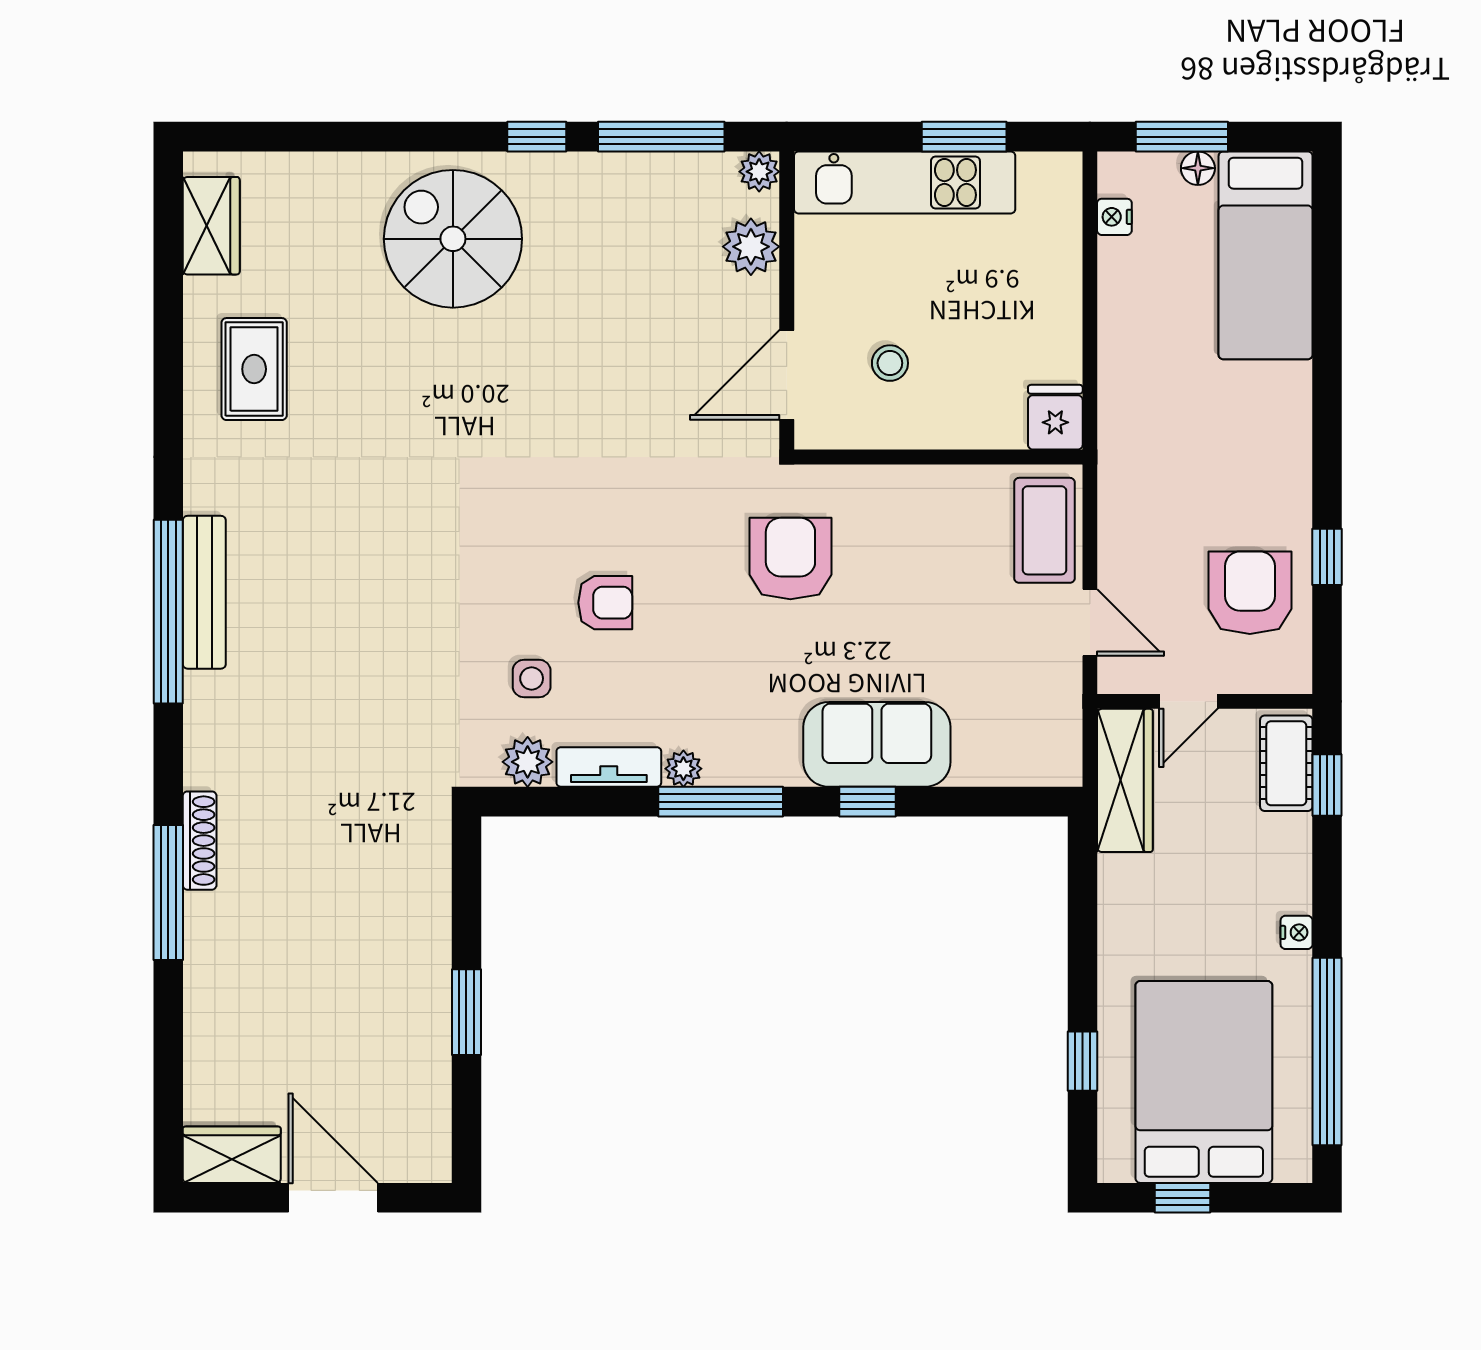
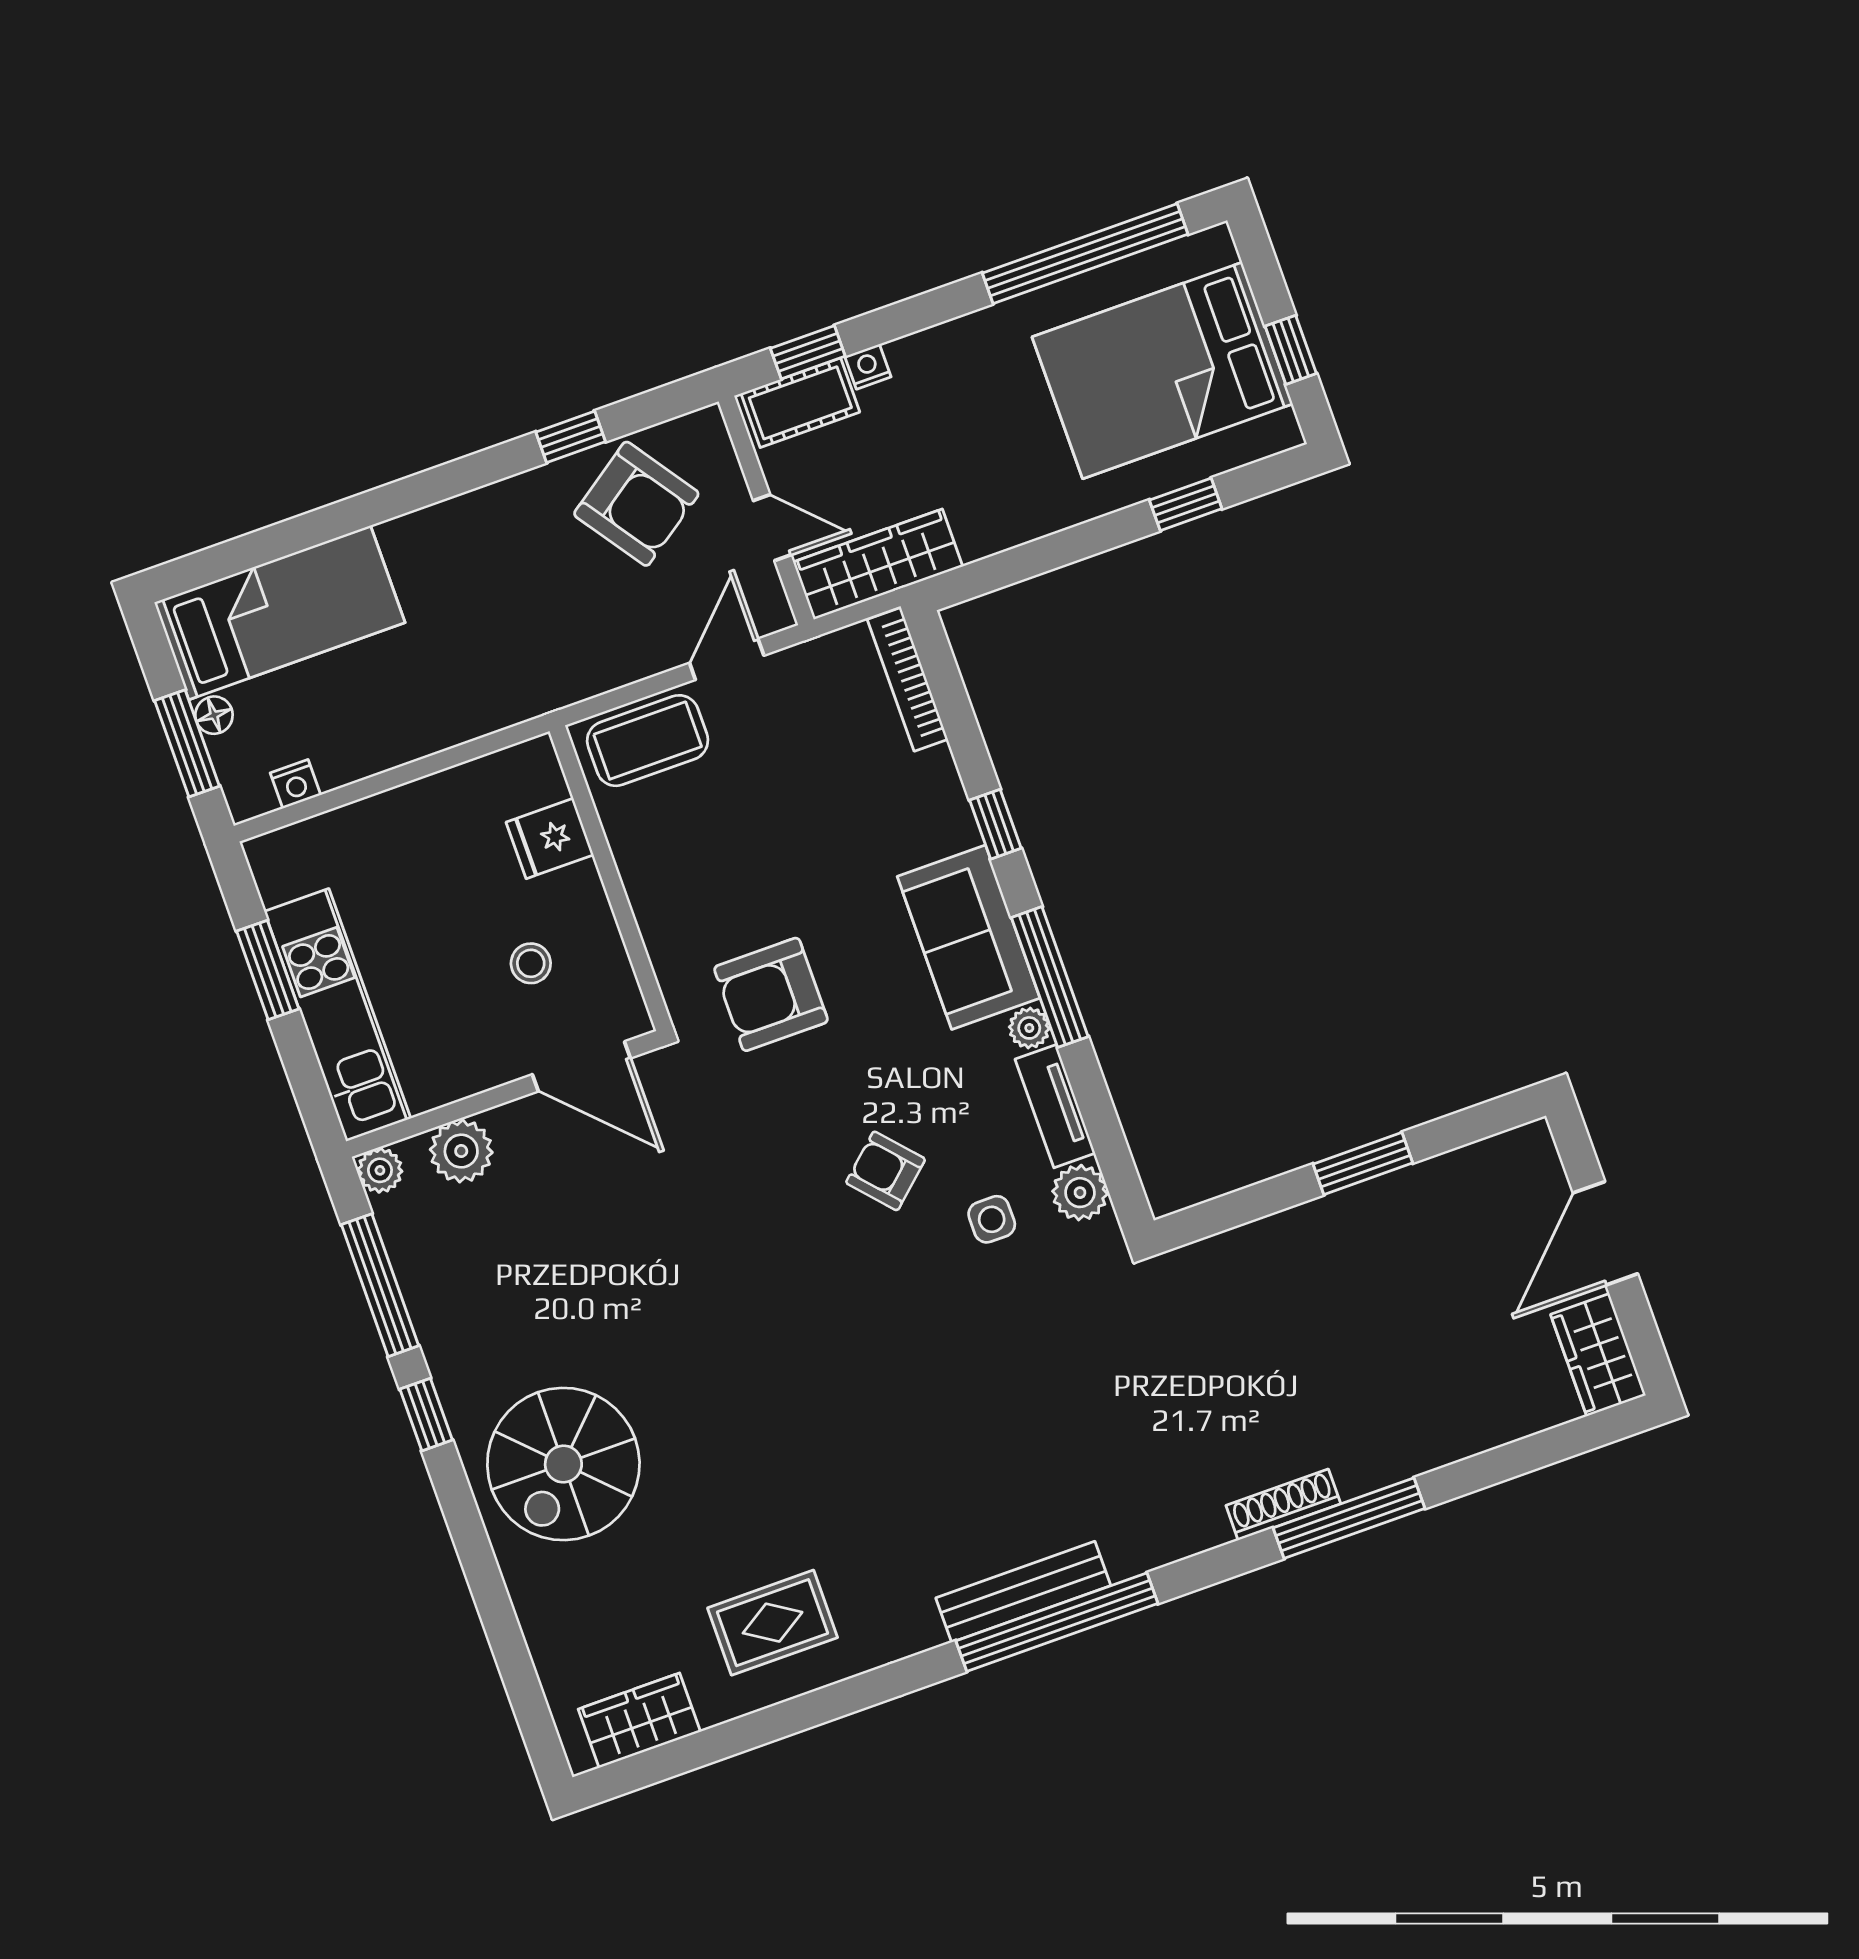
fridge: (1055, 417) -> (550, 838), moved
armchair: (1250, 593) -> (636, 504), turned -125
armchair: (605, 603) -> (886, 1171), turned -42
sofa: (877, 744) -> (969, 937), moved
bookcase: (1018, 771) -> (908, 679), added
nightstand: (1297, 932) -> (868, 367), moved

